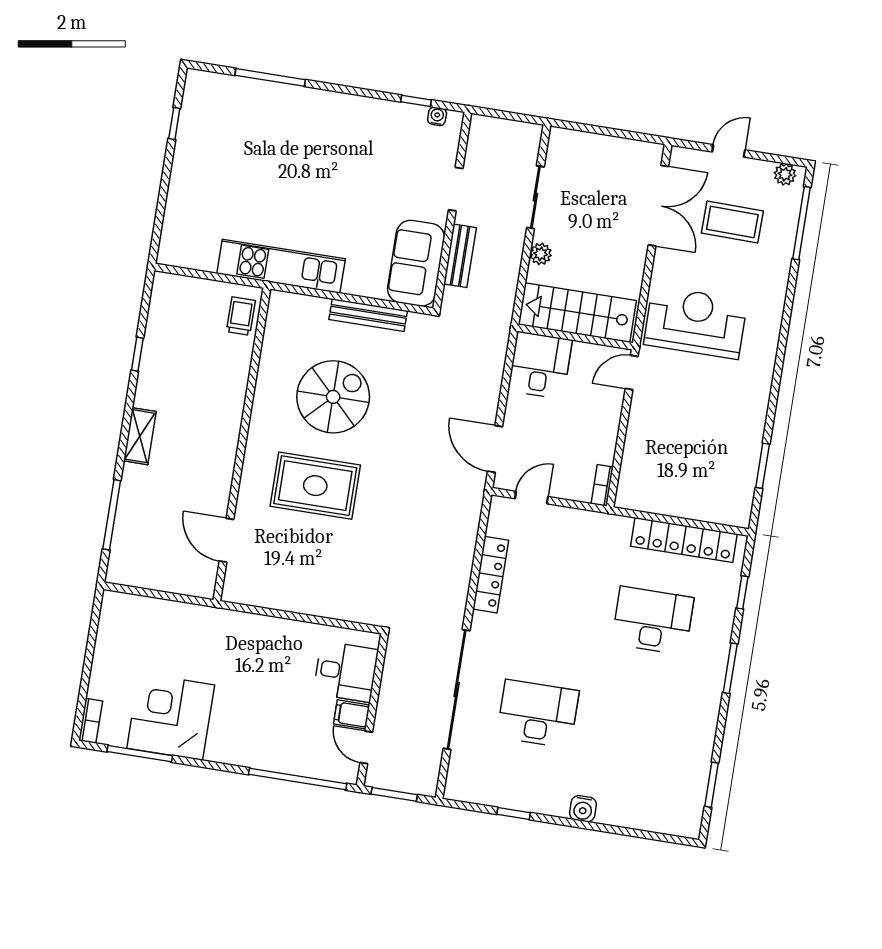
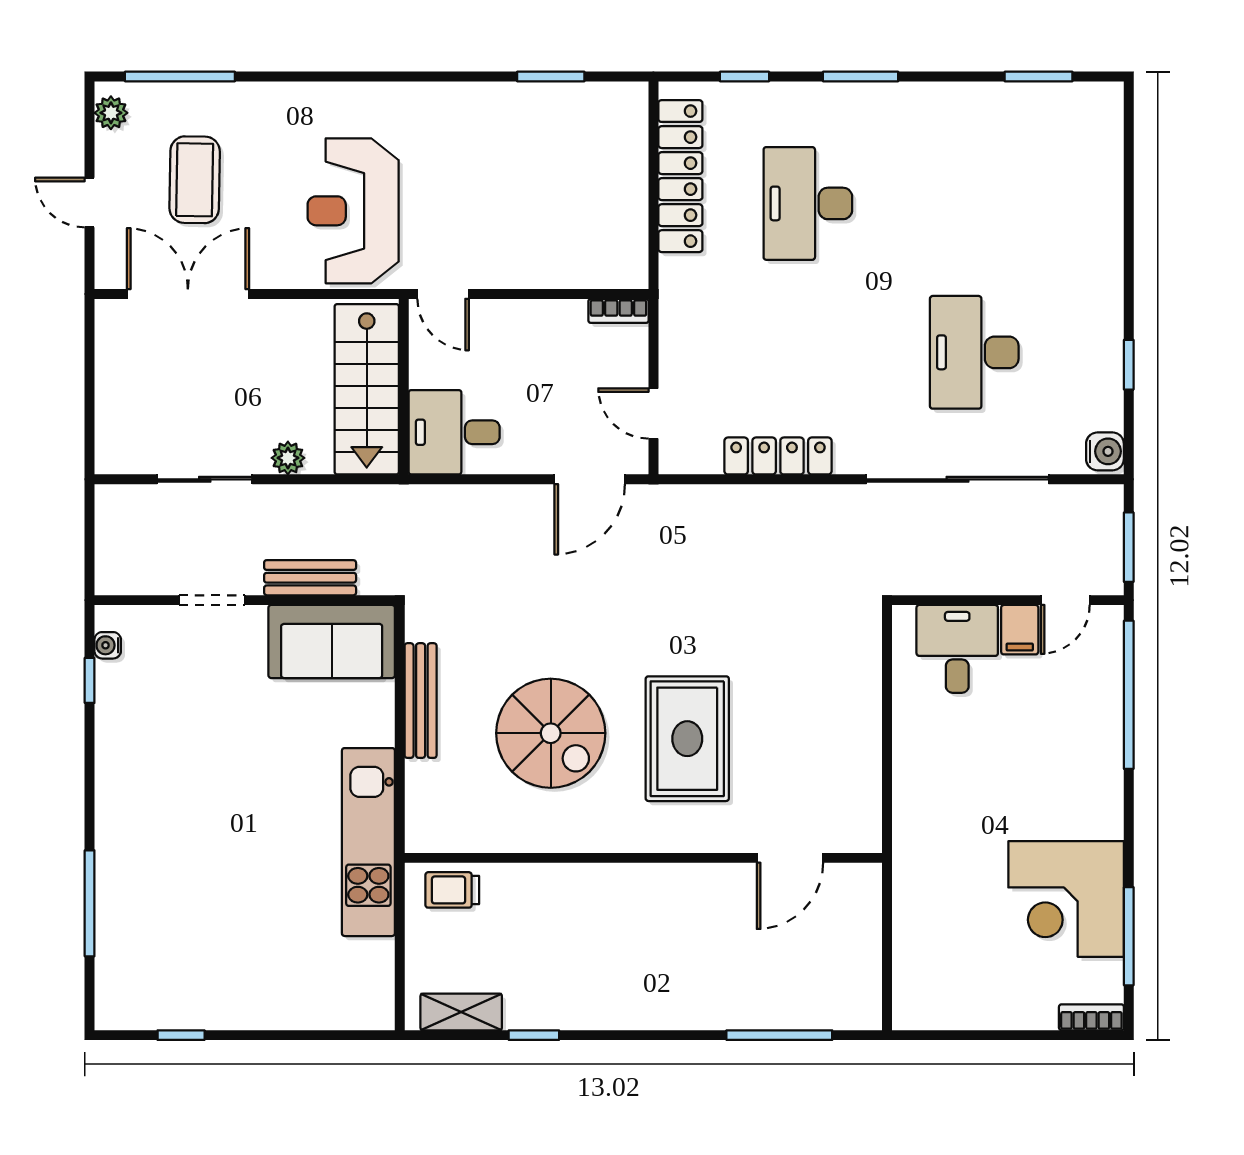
spiral stairs: (333, 397) -> (551, 733), turned 180
shelving: (140, 436) -> (461, 1012), moved
water cooler: (583, 809) -> (1105, 451), moved

